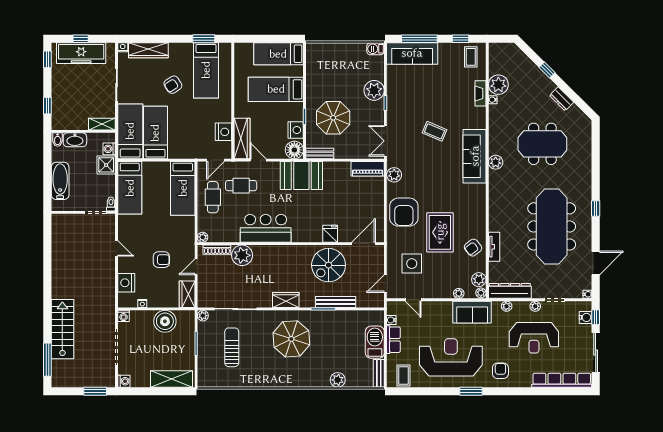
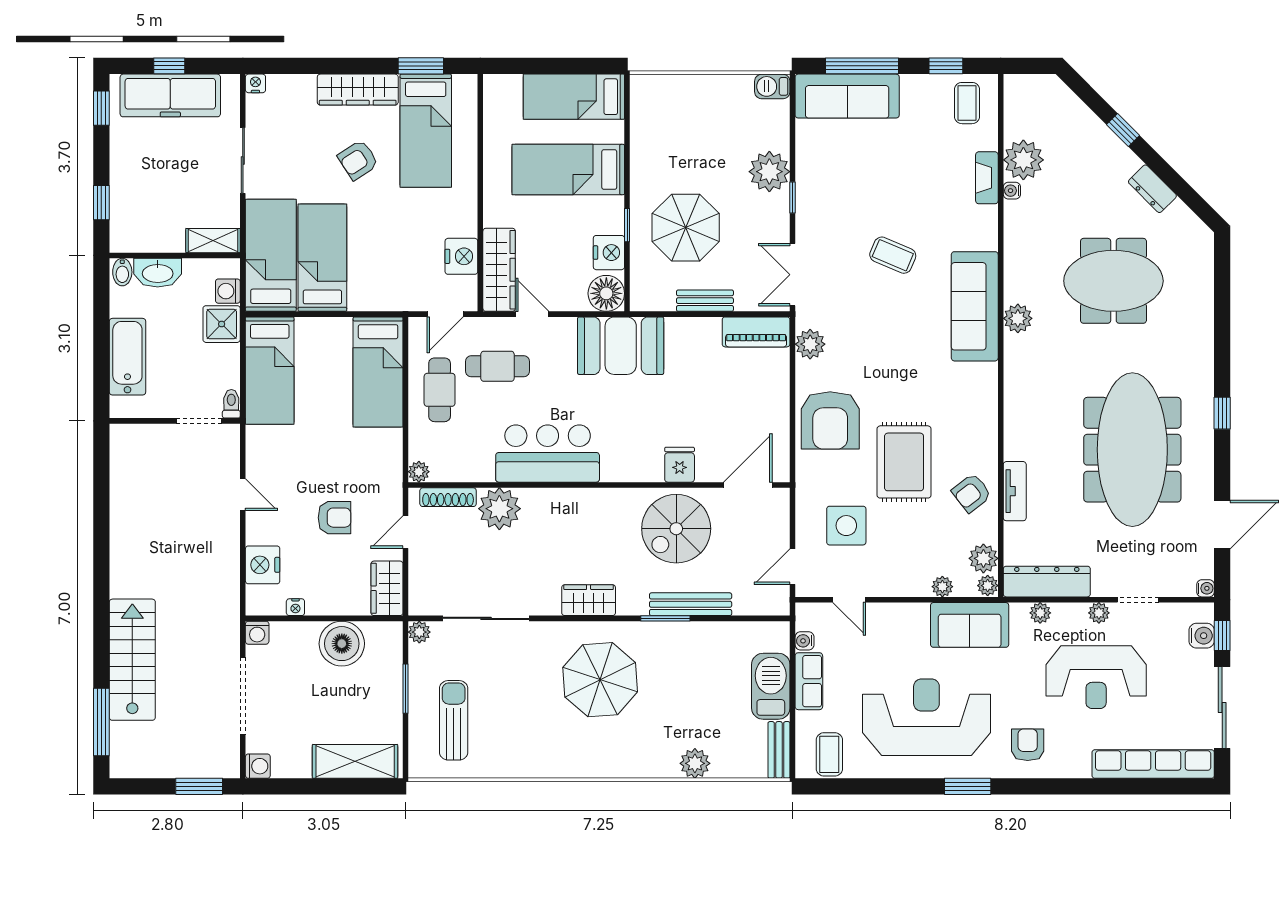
wardrobe: (148, 50) -> (358, 90), moved
bench: (320, 154) -> (705, 301), moved
sun lounger: (232, 347) -> (454, 720), moved

